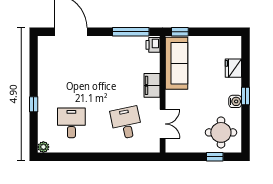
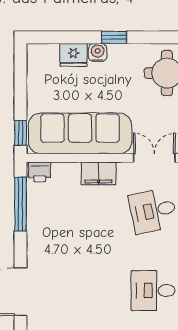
sofa: (176, 63) -> (80, 133), width x1.36, depth x1.27
water cooler: (235, 101) -> (98, 52), moved

